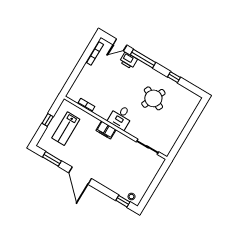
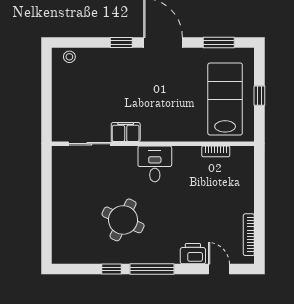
door: (120, 45) -> (219, 269), hinge flipped
window: (143, 59) -> (152, 269), moved
lab bench: (66, 129) -> (225, 99), width x1.36, depth x1.39
filing cabinet: (106, 130) -> (126, 132), moved
window: (123, 201) -> (121, 42), moved

